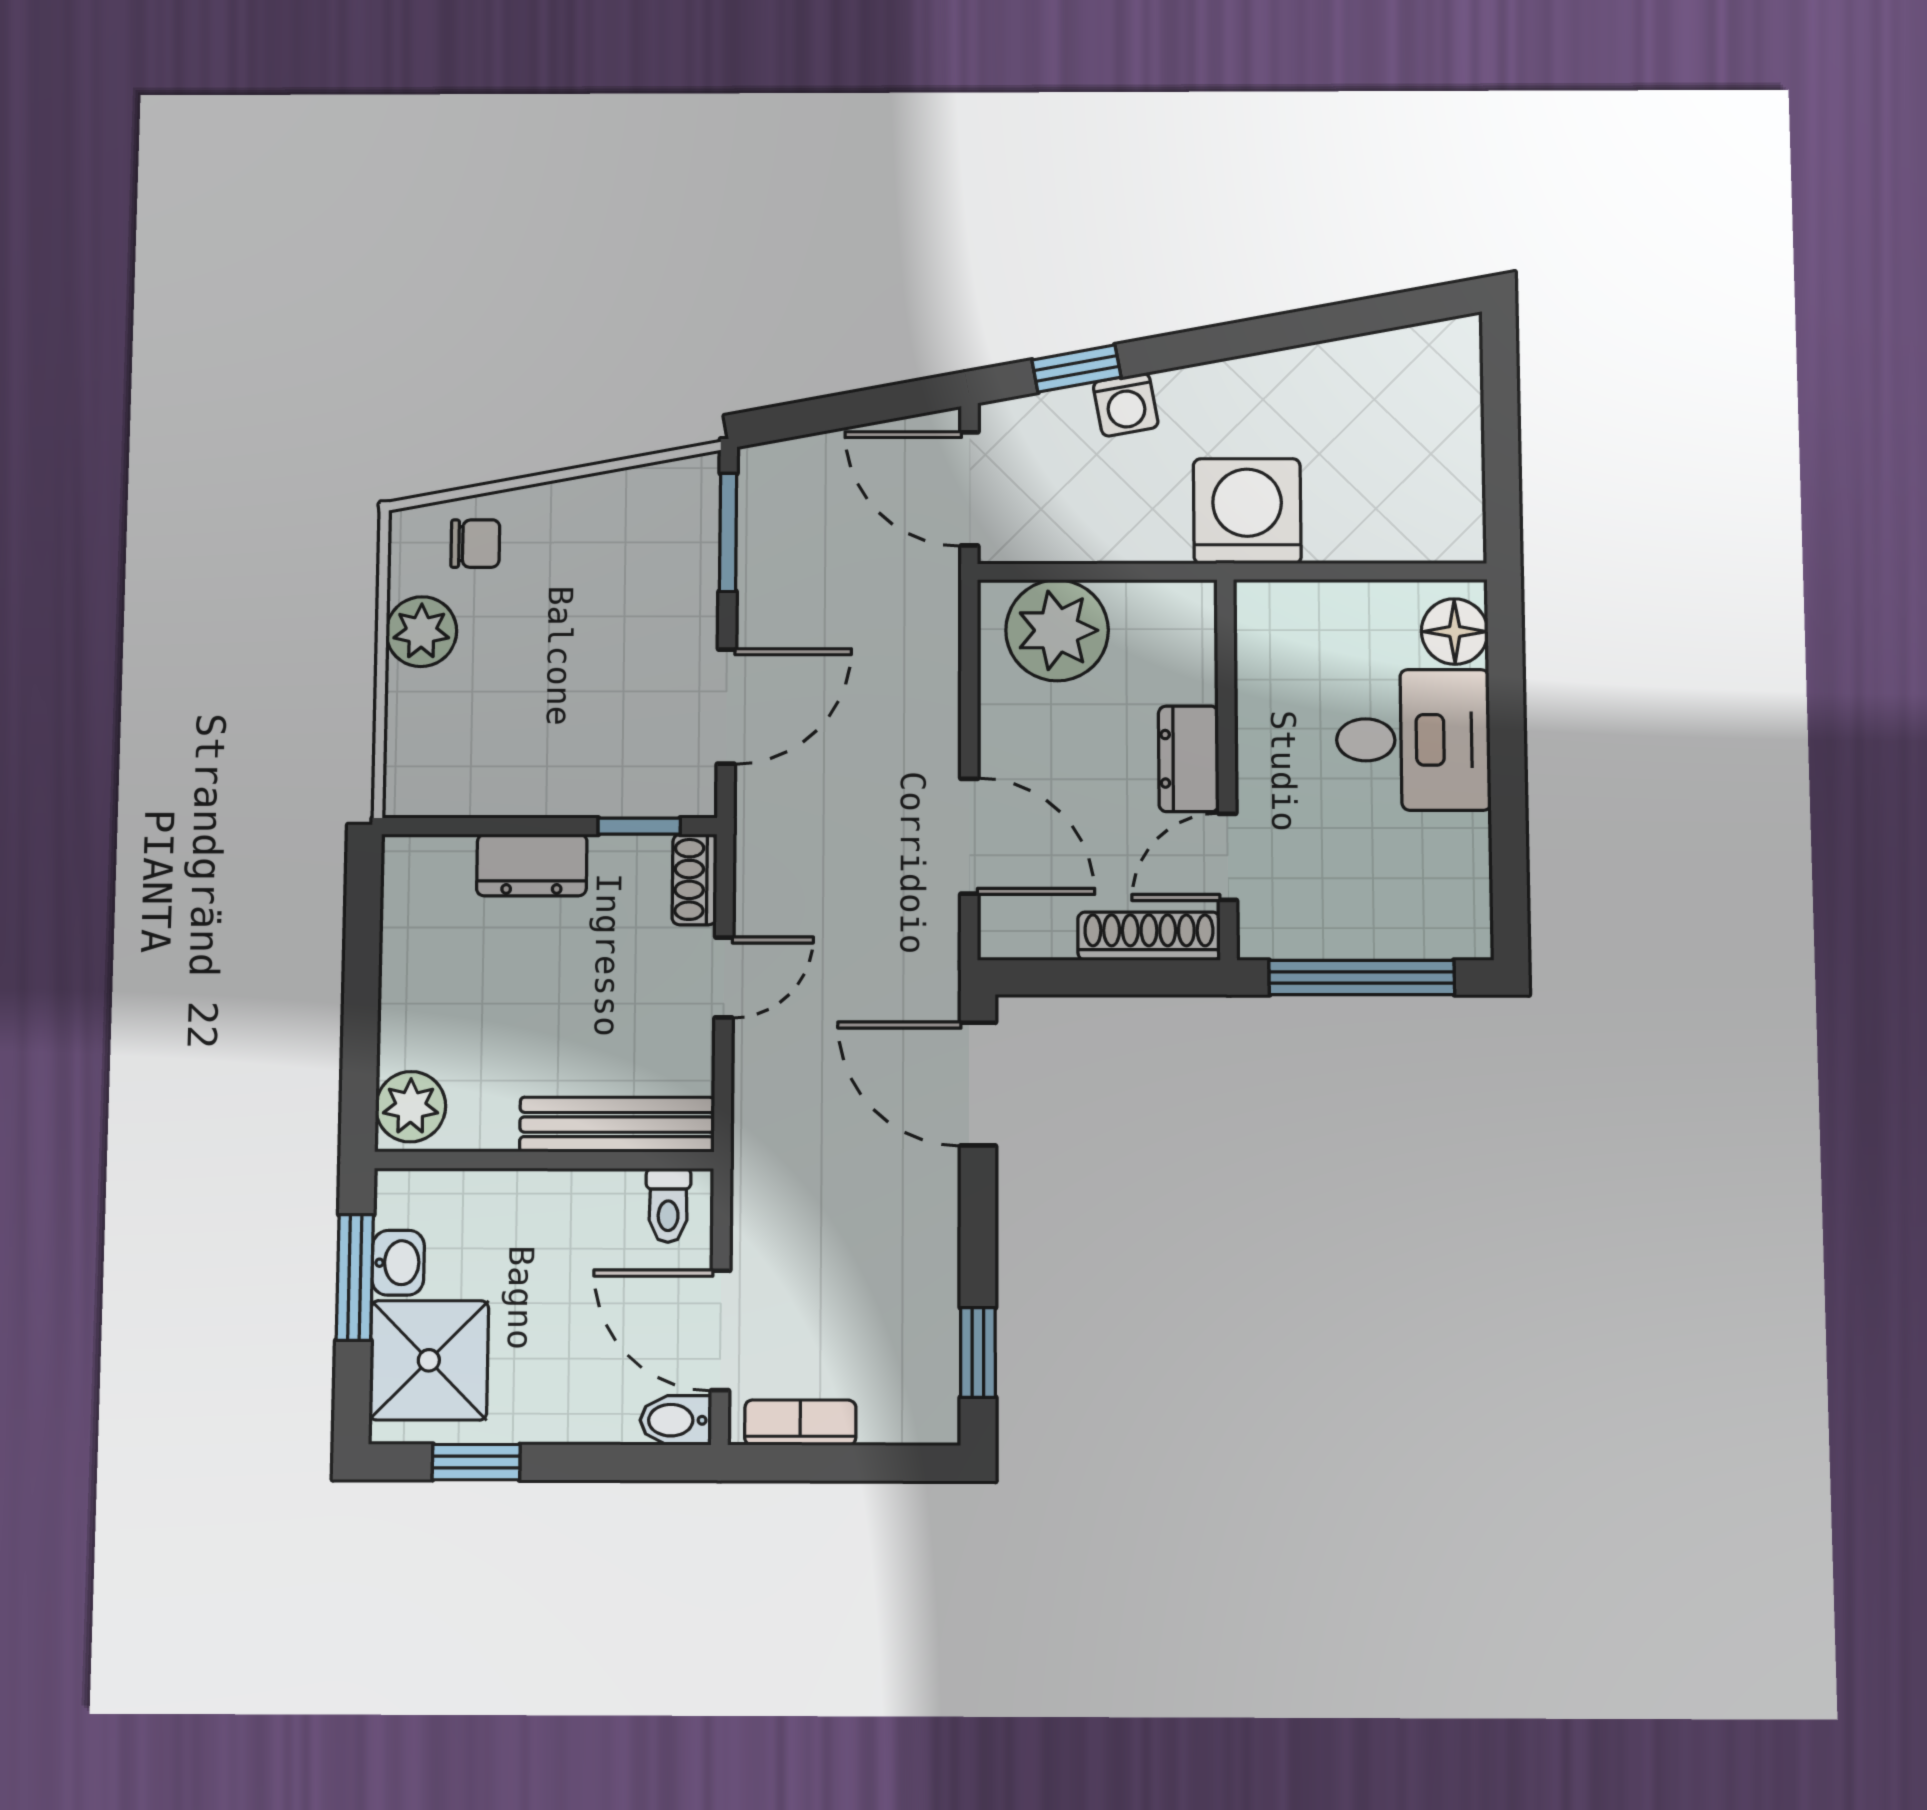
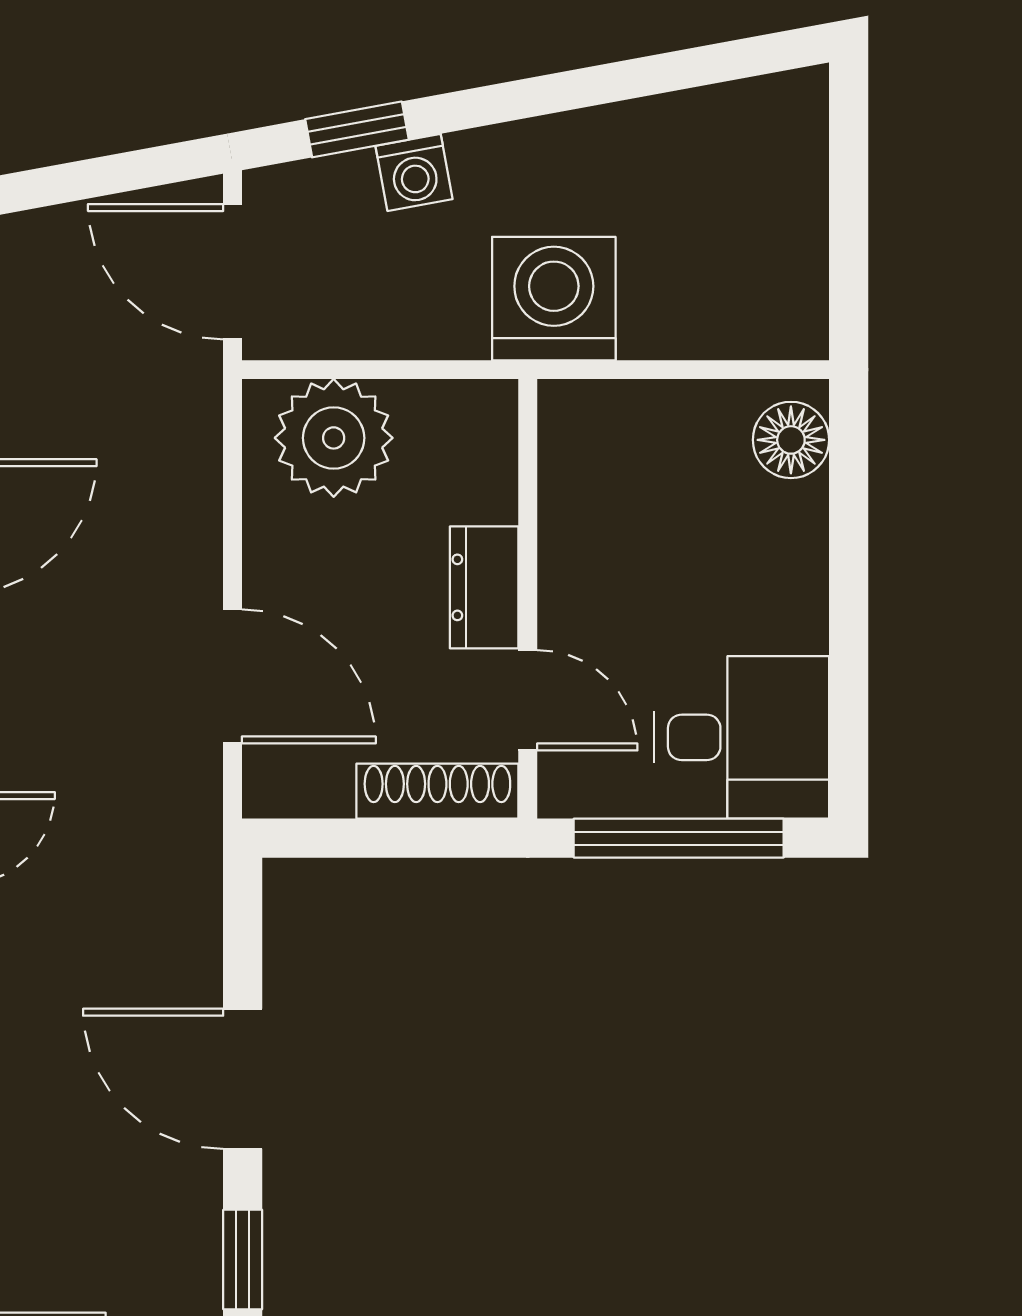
desk: (1413, 740) -> (742, 737), moved
door: (1228, 857) -> (528, 700), swing flipped
door: (978, 1084) -> (243, 1079), moved

